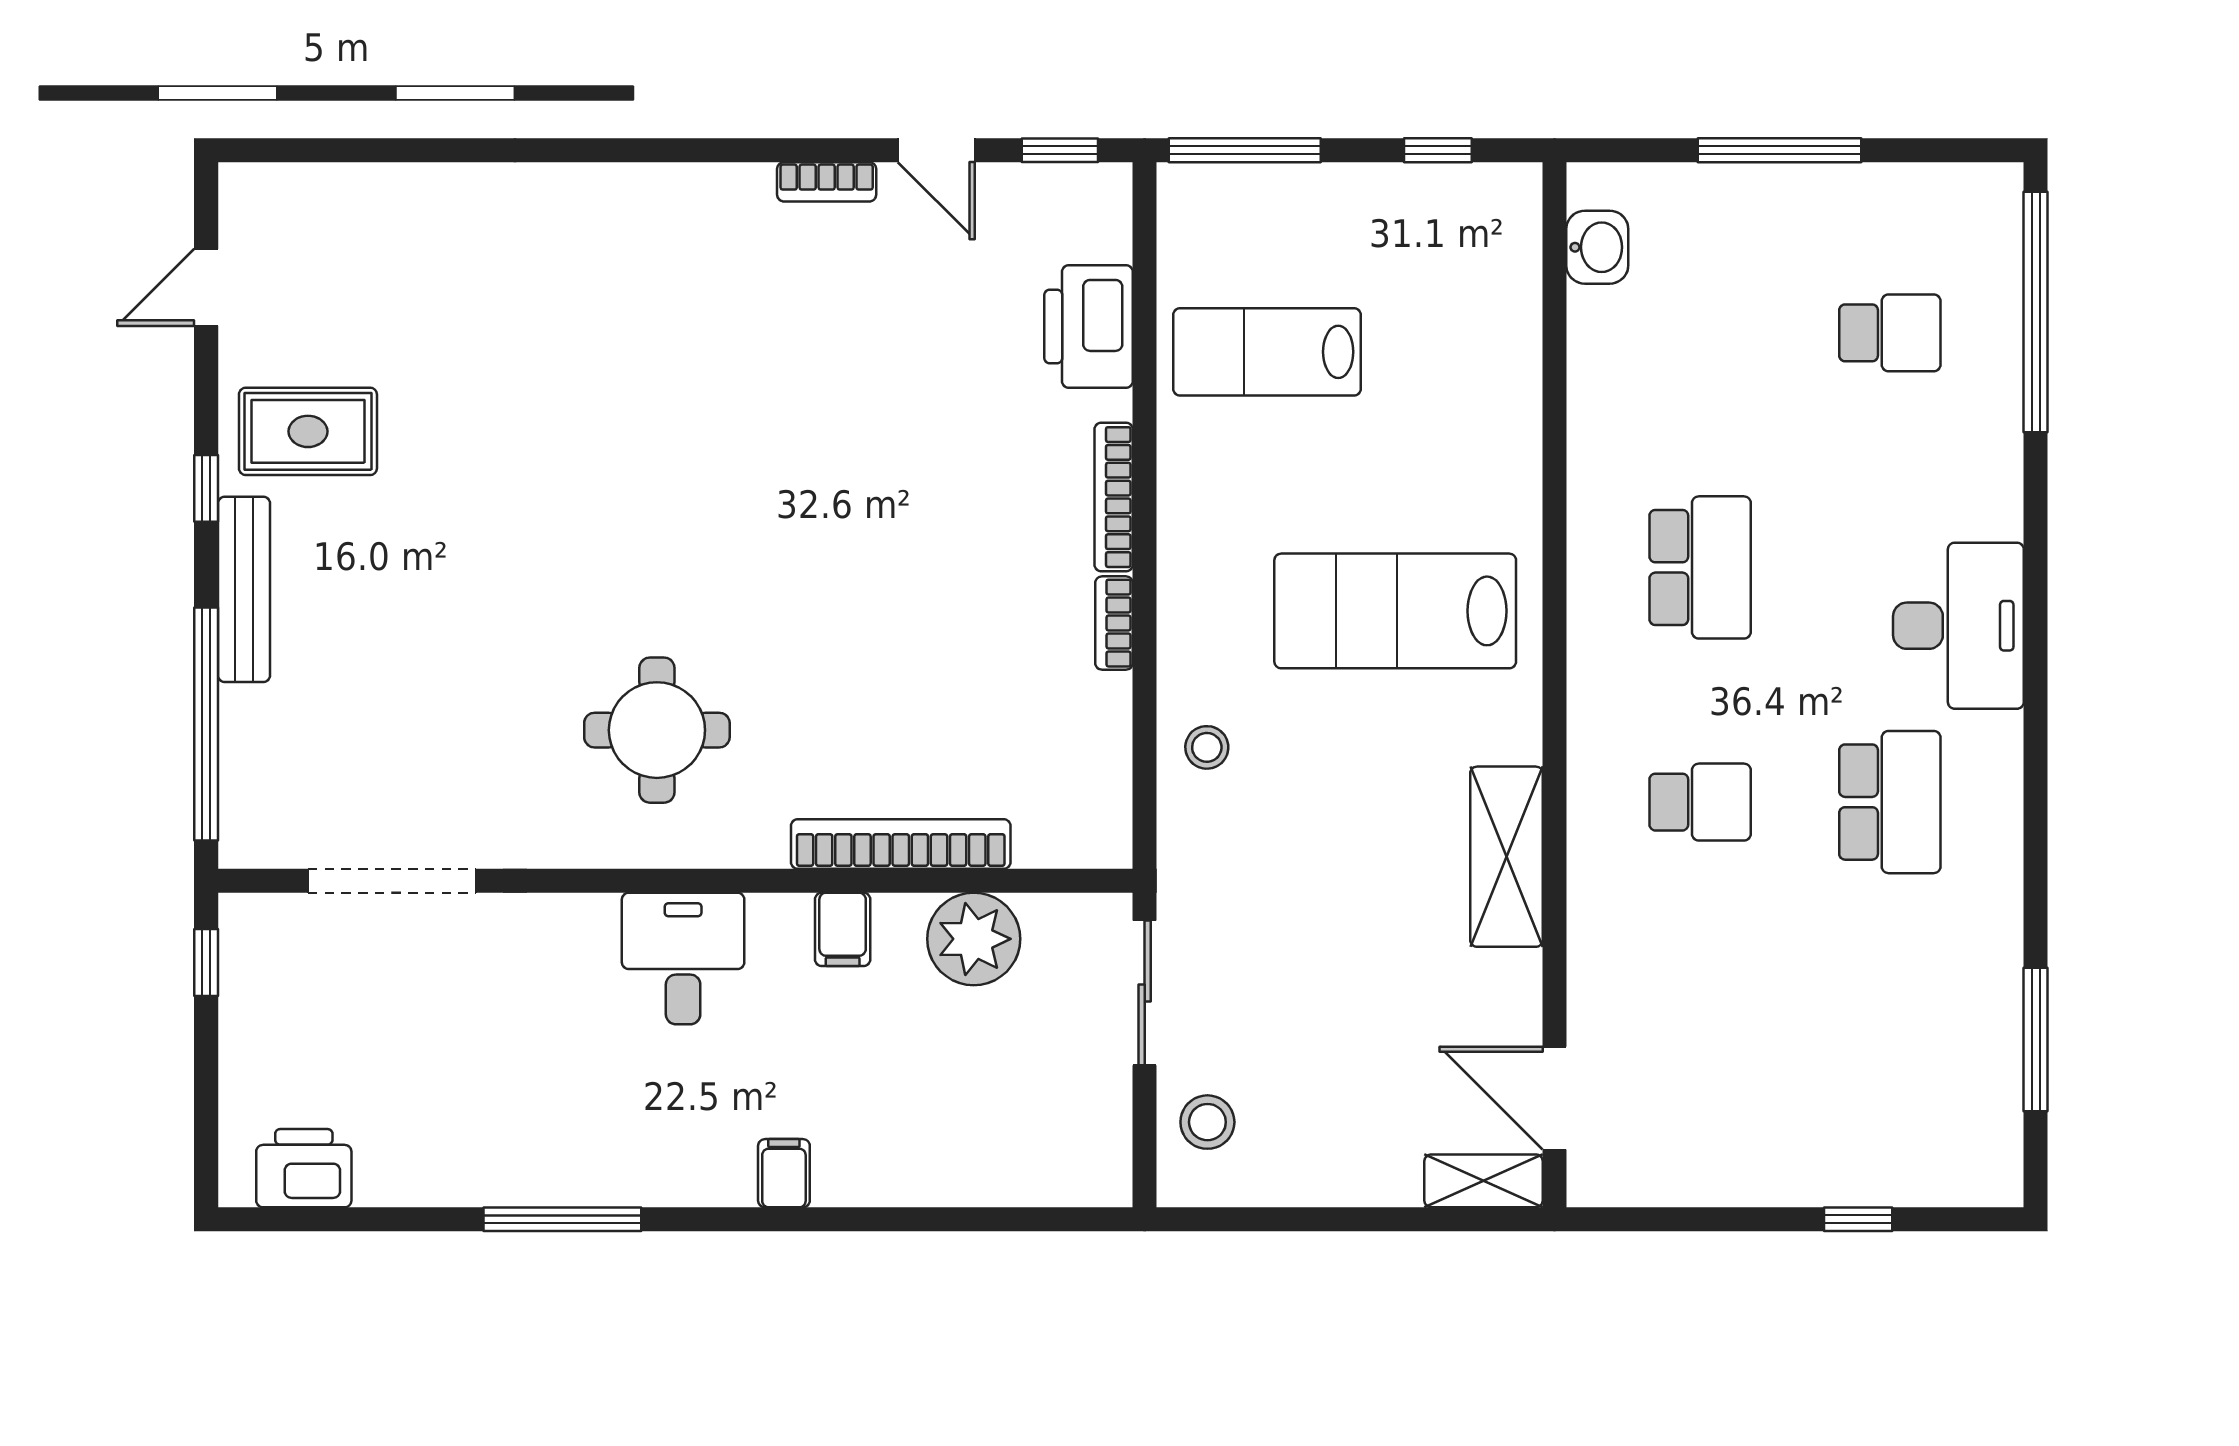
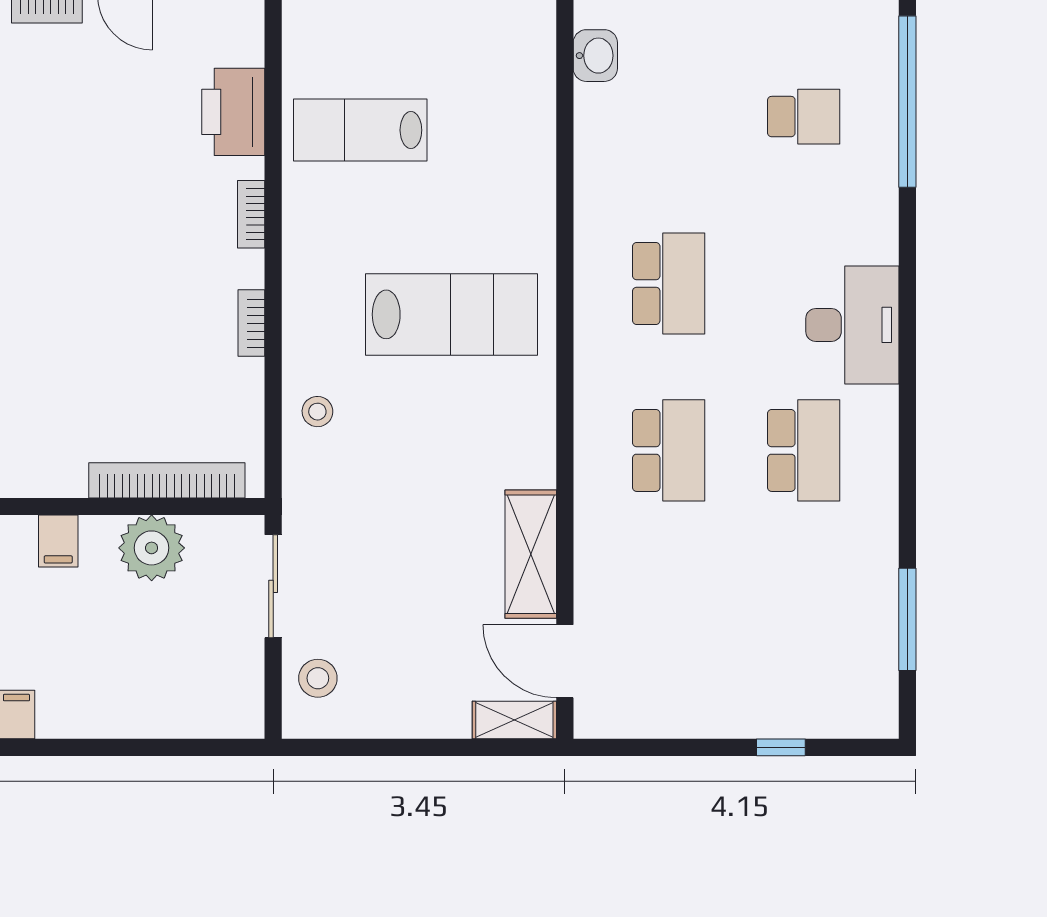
bookcase: (1114, 497) -> (251, 214), width x0.64
lab bench: (1395, 611) -> (452, 314), turned 180
school desk: (1700, 802) -> (669, 450), width x1.85
bookcase: (901, 844) -> (167, 480), moved
shelving: (1506, 857) -> (531, 554), moved

